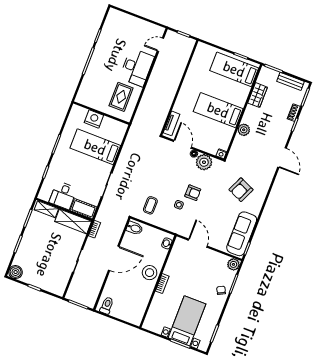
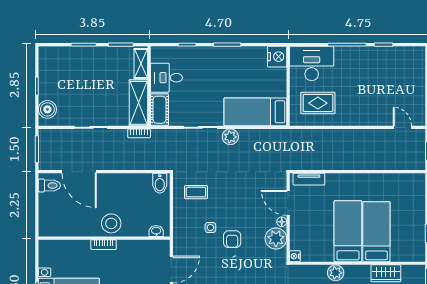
desk: (137, 67) -> (312, 63), moved, turned 180
bed: (234, 69) -> (376, 232), moved
nightstand: (94, 119) -> (277, 57), moved
door: (182, 144) -> (288, 203), swing flipped
bed: (95, 147) -> (255, 112), moved, turned -90
plant: (121, 167) -> (230, 137), added
door: (114, 258) -> (79, 172), moved
boiler: (16, 272) -> (47, 109), moved

